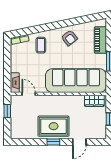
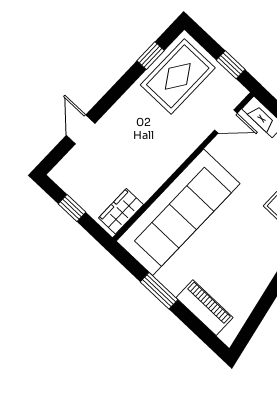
armchair: (69, 38) -> (252, 264), removed
rug: (54, 126) -> (178, 76), moved
window: (53, 142) -> (151, 56), moved

